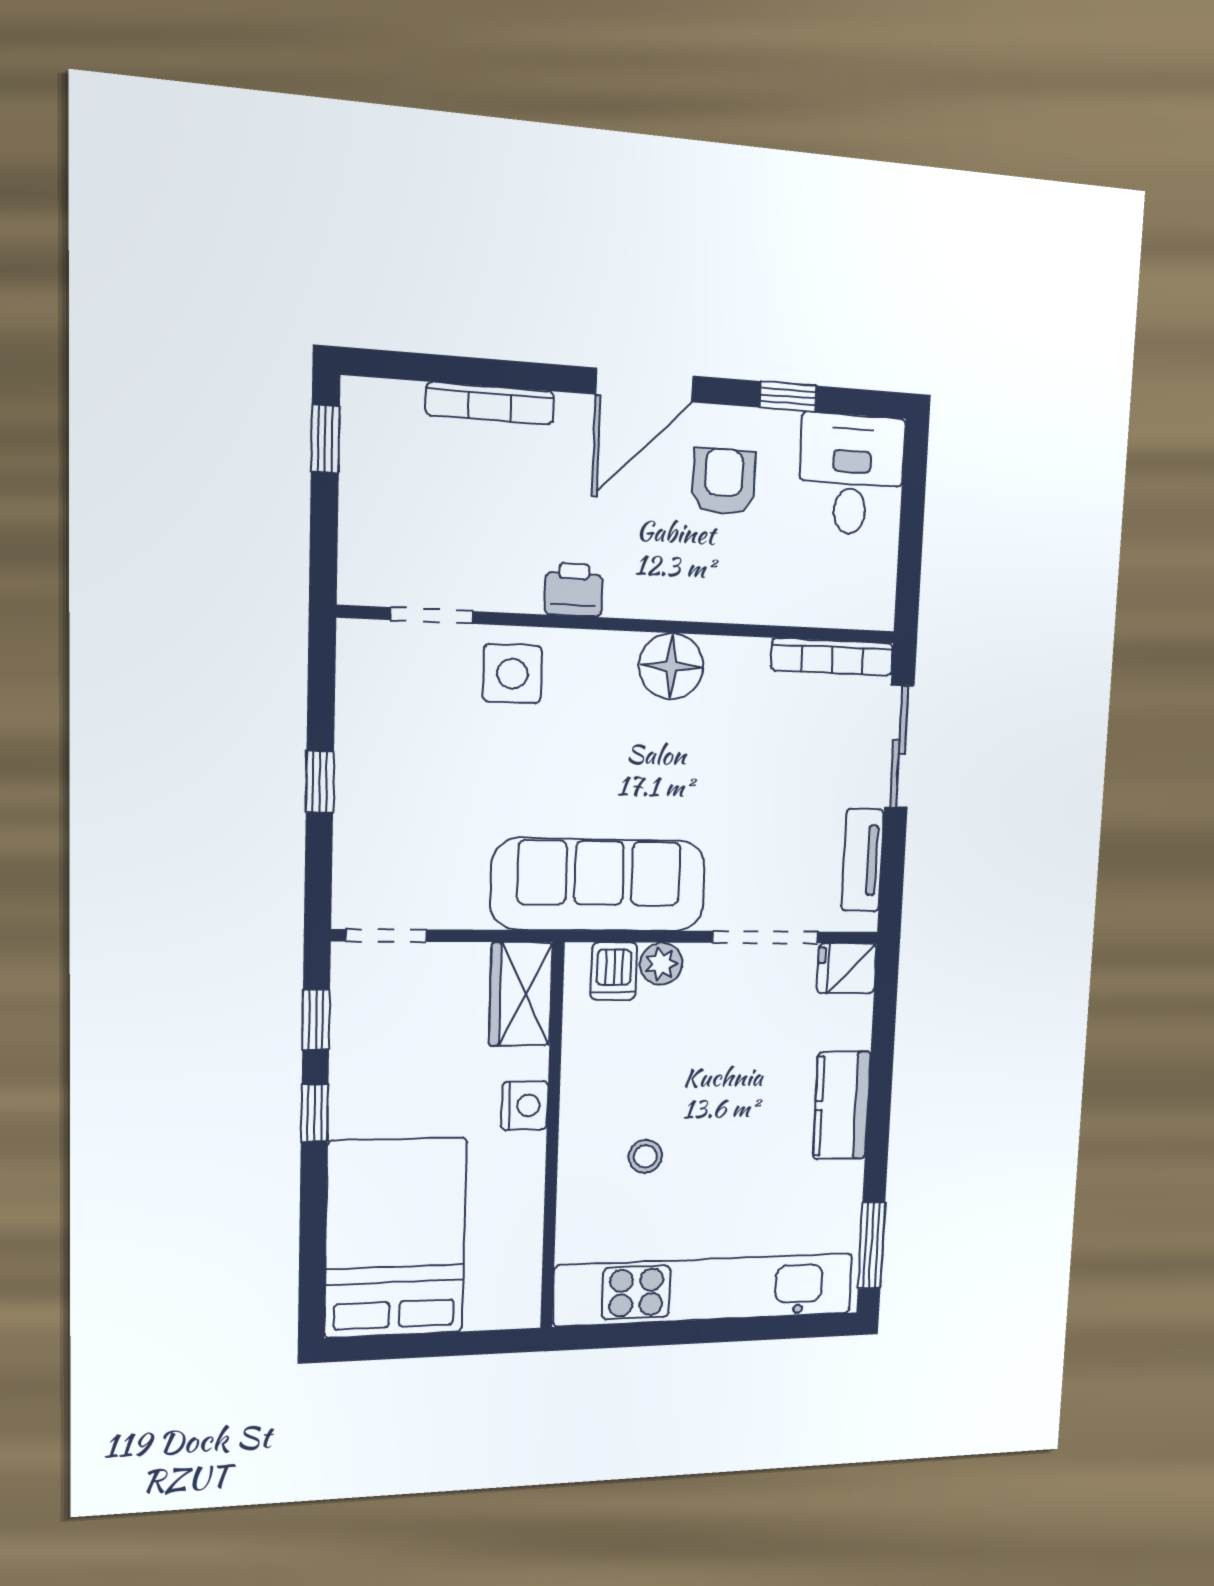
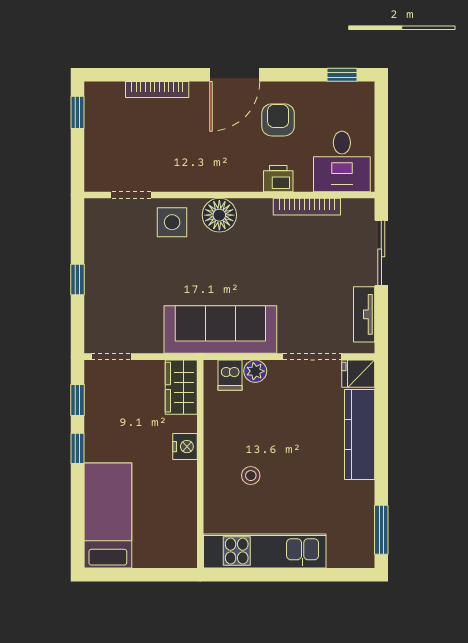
window: (788, 397) -> (342, 75), moved
desk: (851, 474) -> (342, 161), moved, turned 180
printer: (574, 590) -> (278, 179), moved
bookcase: (832, 657) -> (307, 207), moved
floor lamp: (671, 666) -> (219, 215), moved
kitchen counter: (842, 1105) -> (360, 435), width x1.50
bed: (396, 1237) -> (108, 516), width x0.67
kitchen unit: (705, 1289) -> (265, 551), width x0.73

